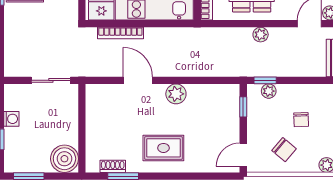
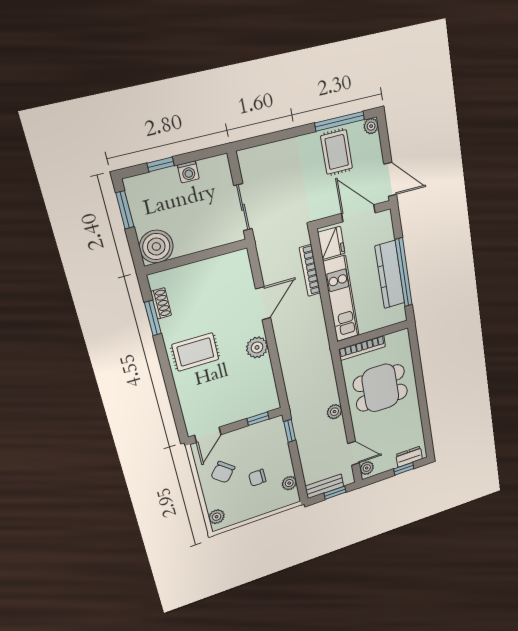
plant: (269, 91) -> (289, 483), moved
rug: (163, 148) -> (195, 352), turned 90
door: (243, 155) -> (208, 435), swing flipped

